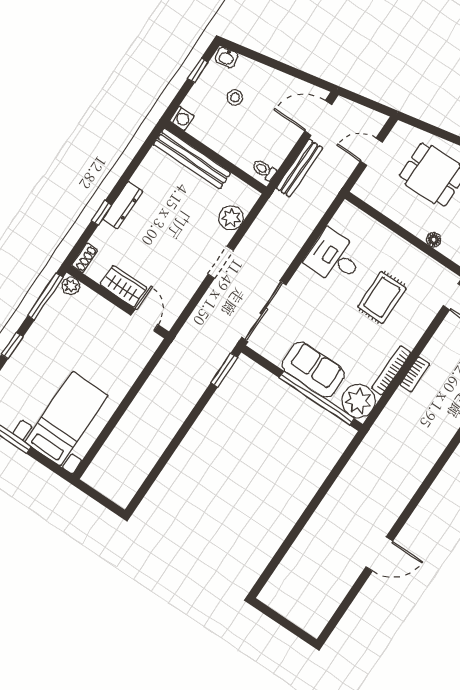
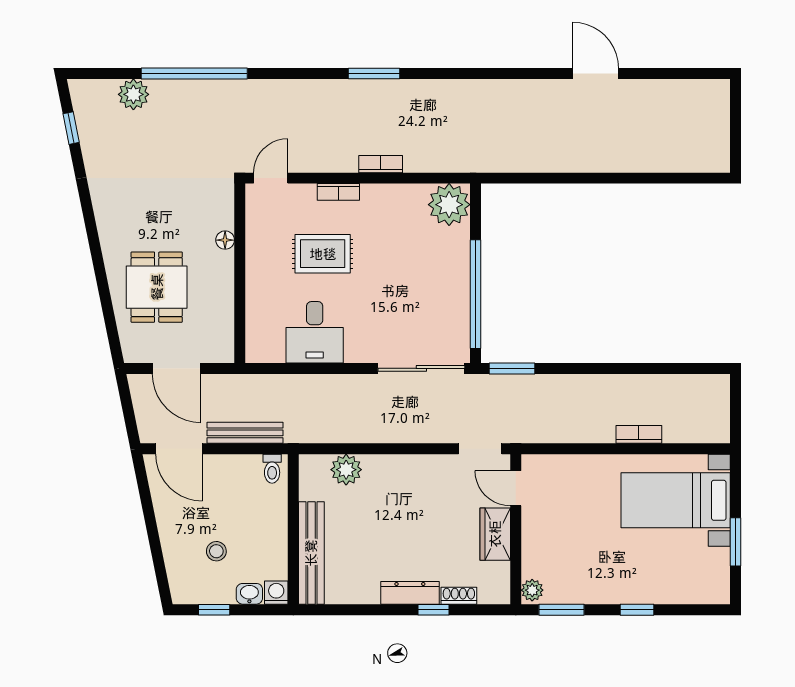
washbasin: (227, 57) -> (249, 594), moved, turned -79
door: (371, 152) -> (177, 368), width x1.38
shoe rack: (85, 258) -> (459, 596), moved
doorway: (221, 262) -> (480, 449), moved
window: (45, 296) -> (562, 610), width x0.69
door: (144, 320) -> (516, 488), hinge flipped
sofa: (313, 370) -> (448, 275), removed
bookcase: (391, 370) -> (338, 192), moved, width x0.64
window: (317, 398) -> (476, 294), moved
bookcase: (125, 424) -> (639, 434), added

